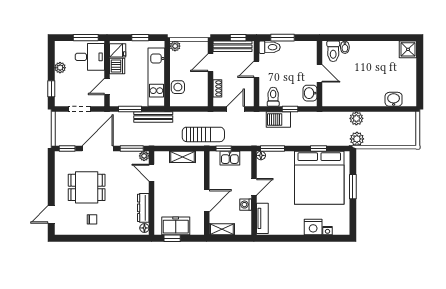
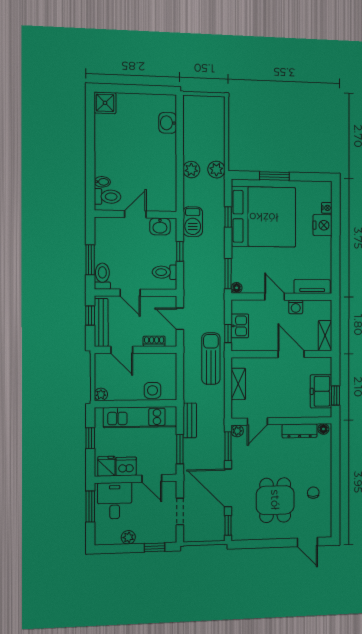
bench: (153, 117) -> (190, 420), width x0.73
barbecue: (278, 120) -> (193, 222), moved

